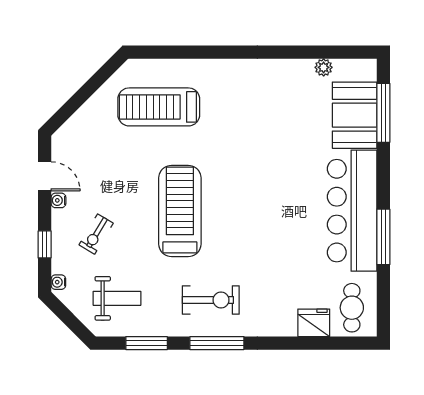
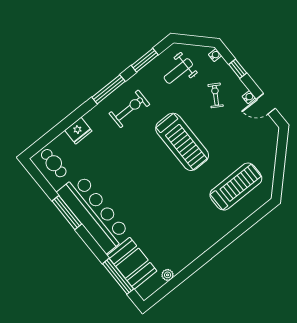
exercise bike: (211, 300) -> (129, 109), turned 180
fridge: (314, 323) -> (78, 131), moved

